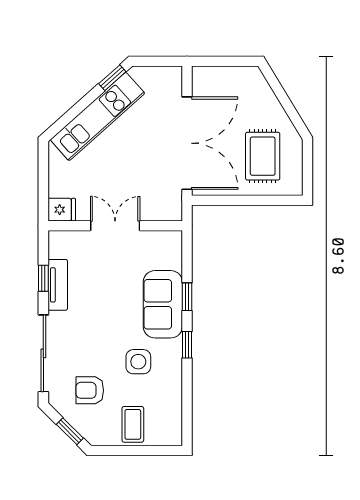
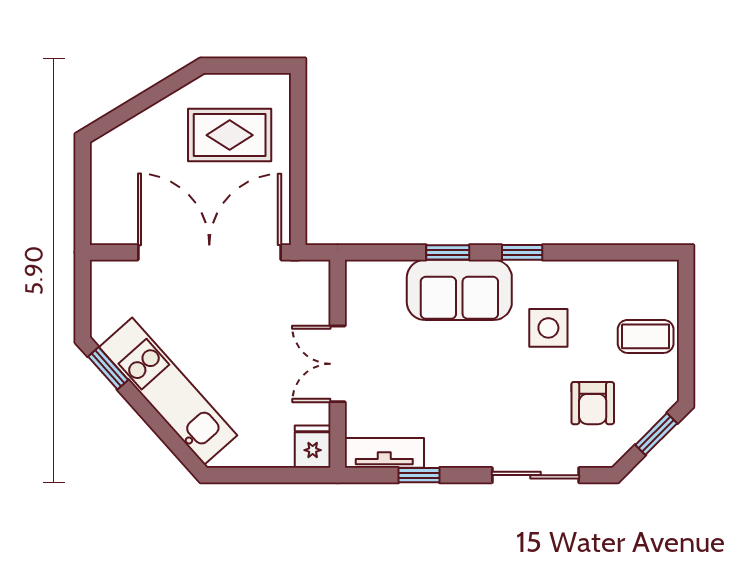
tv unit: (58, 285) -> (384, 453), moved
sliding door: (43, 353) -> (536, 475), width x0.73

